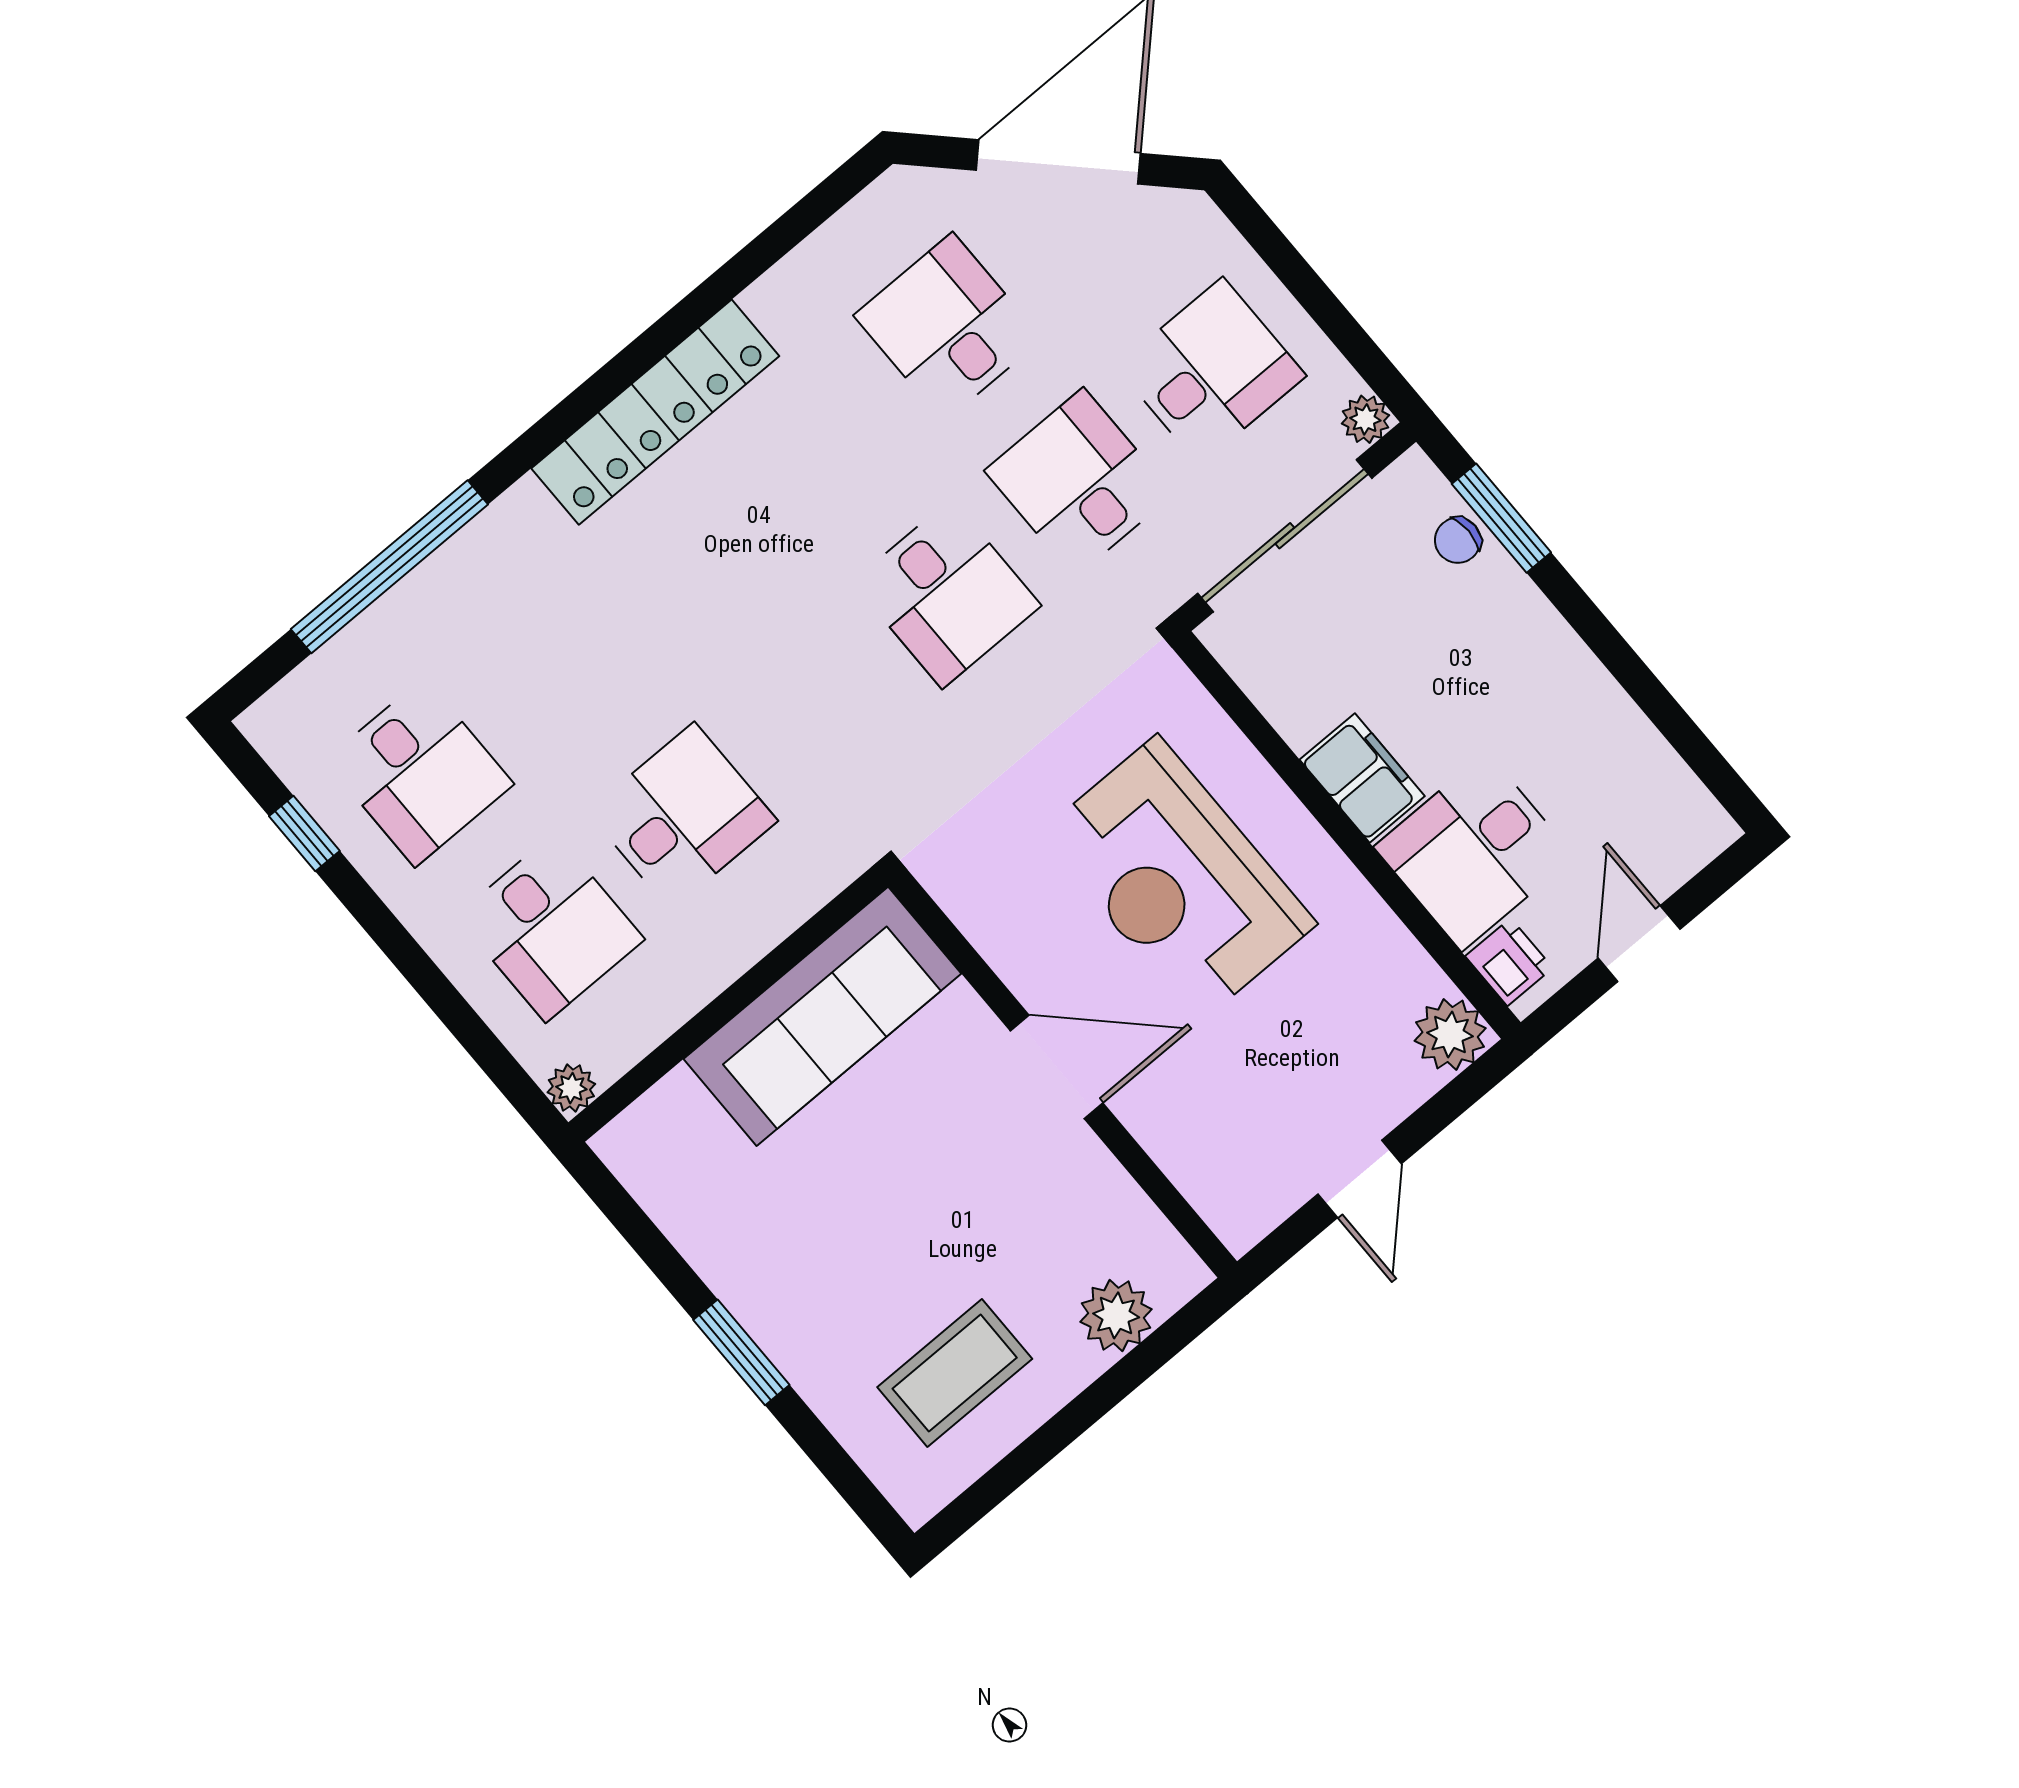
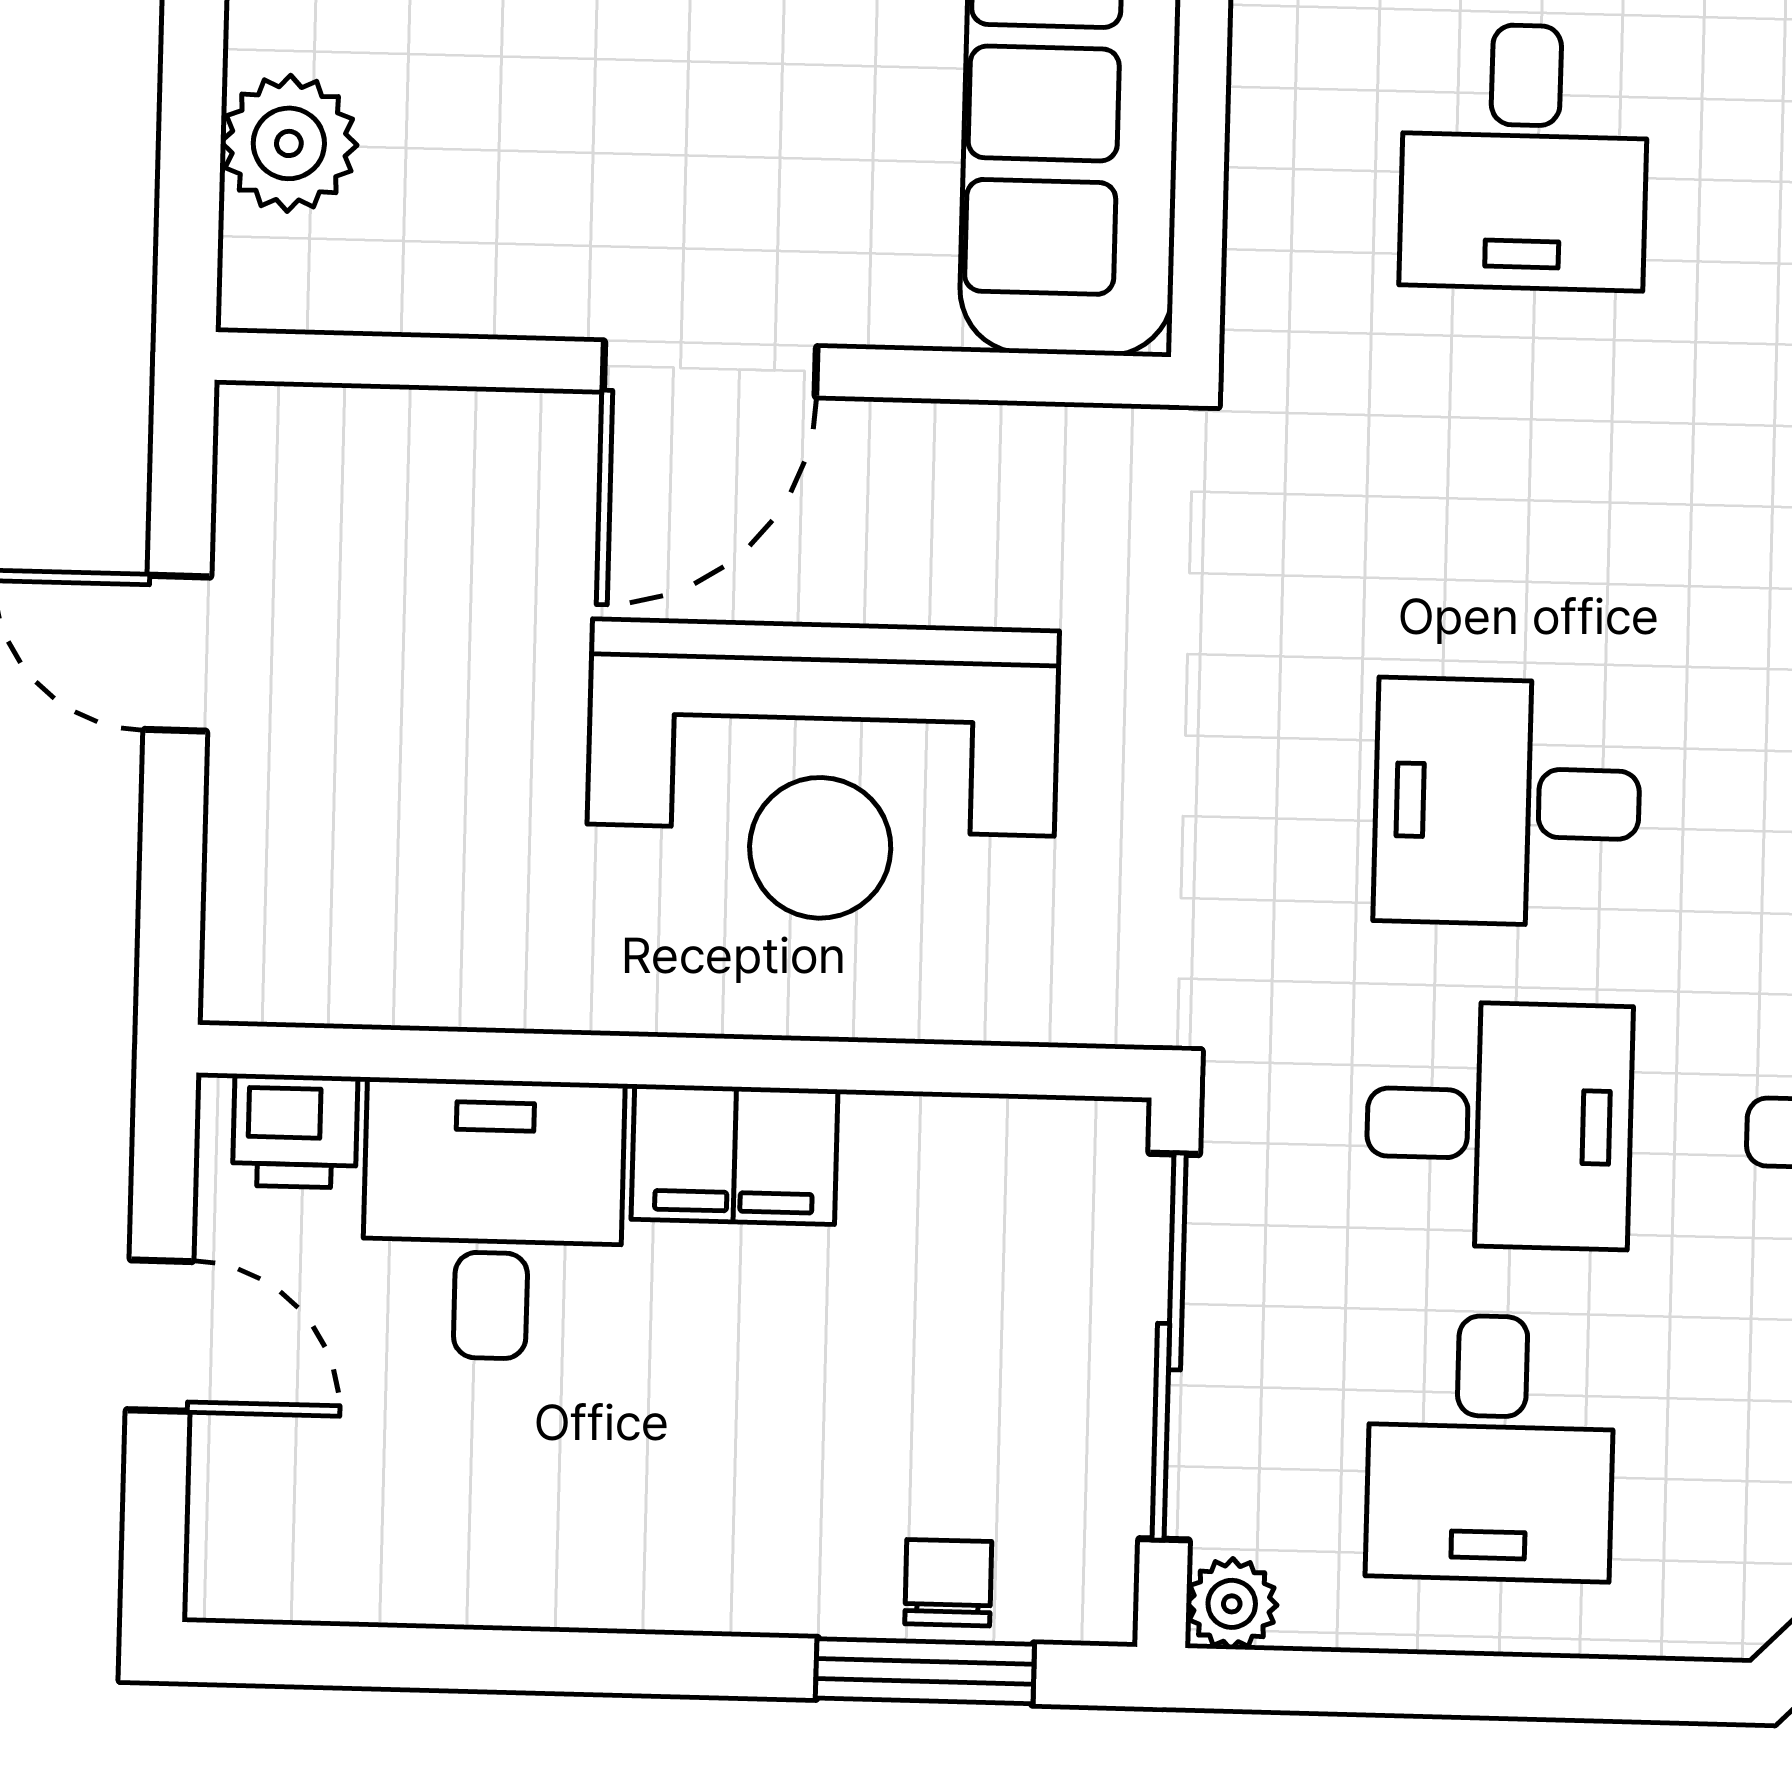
reception desk: (1178, 879) -> (822, 771), turned 180
plant: (1450, 1035) -> (267, 959), removed

